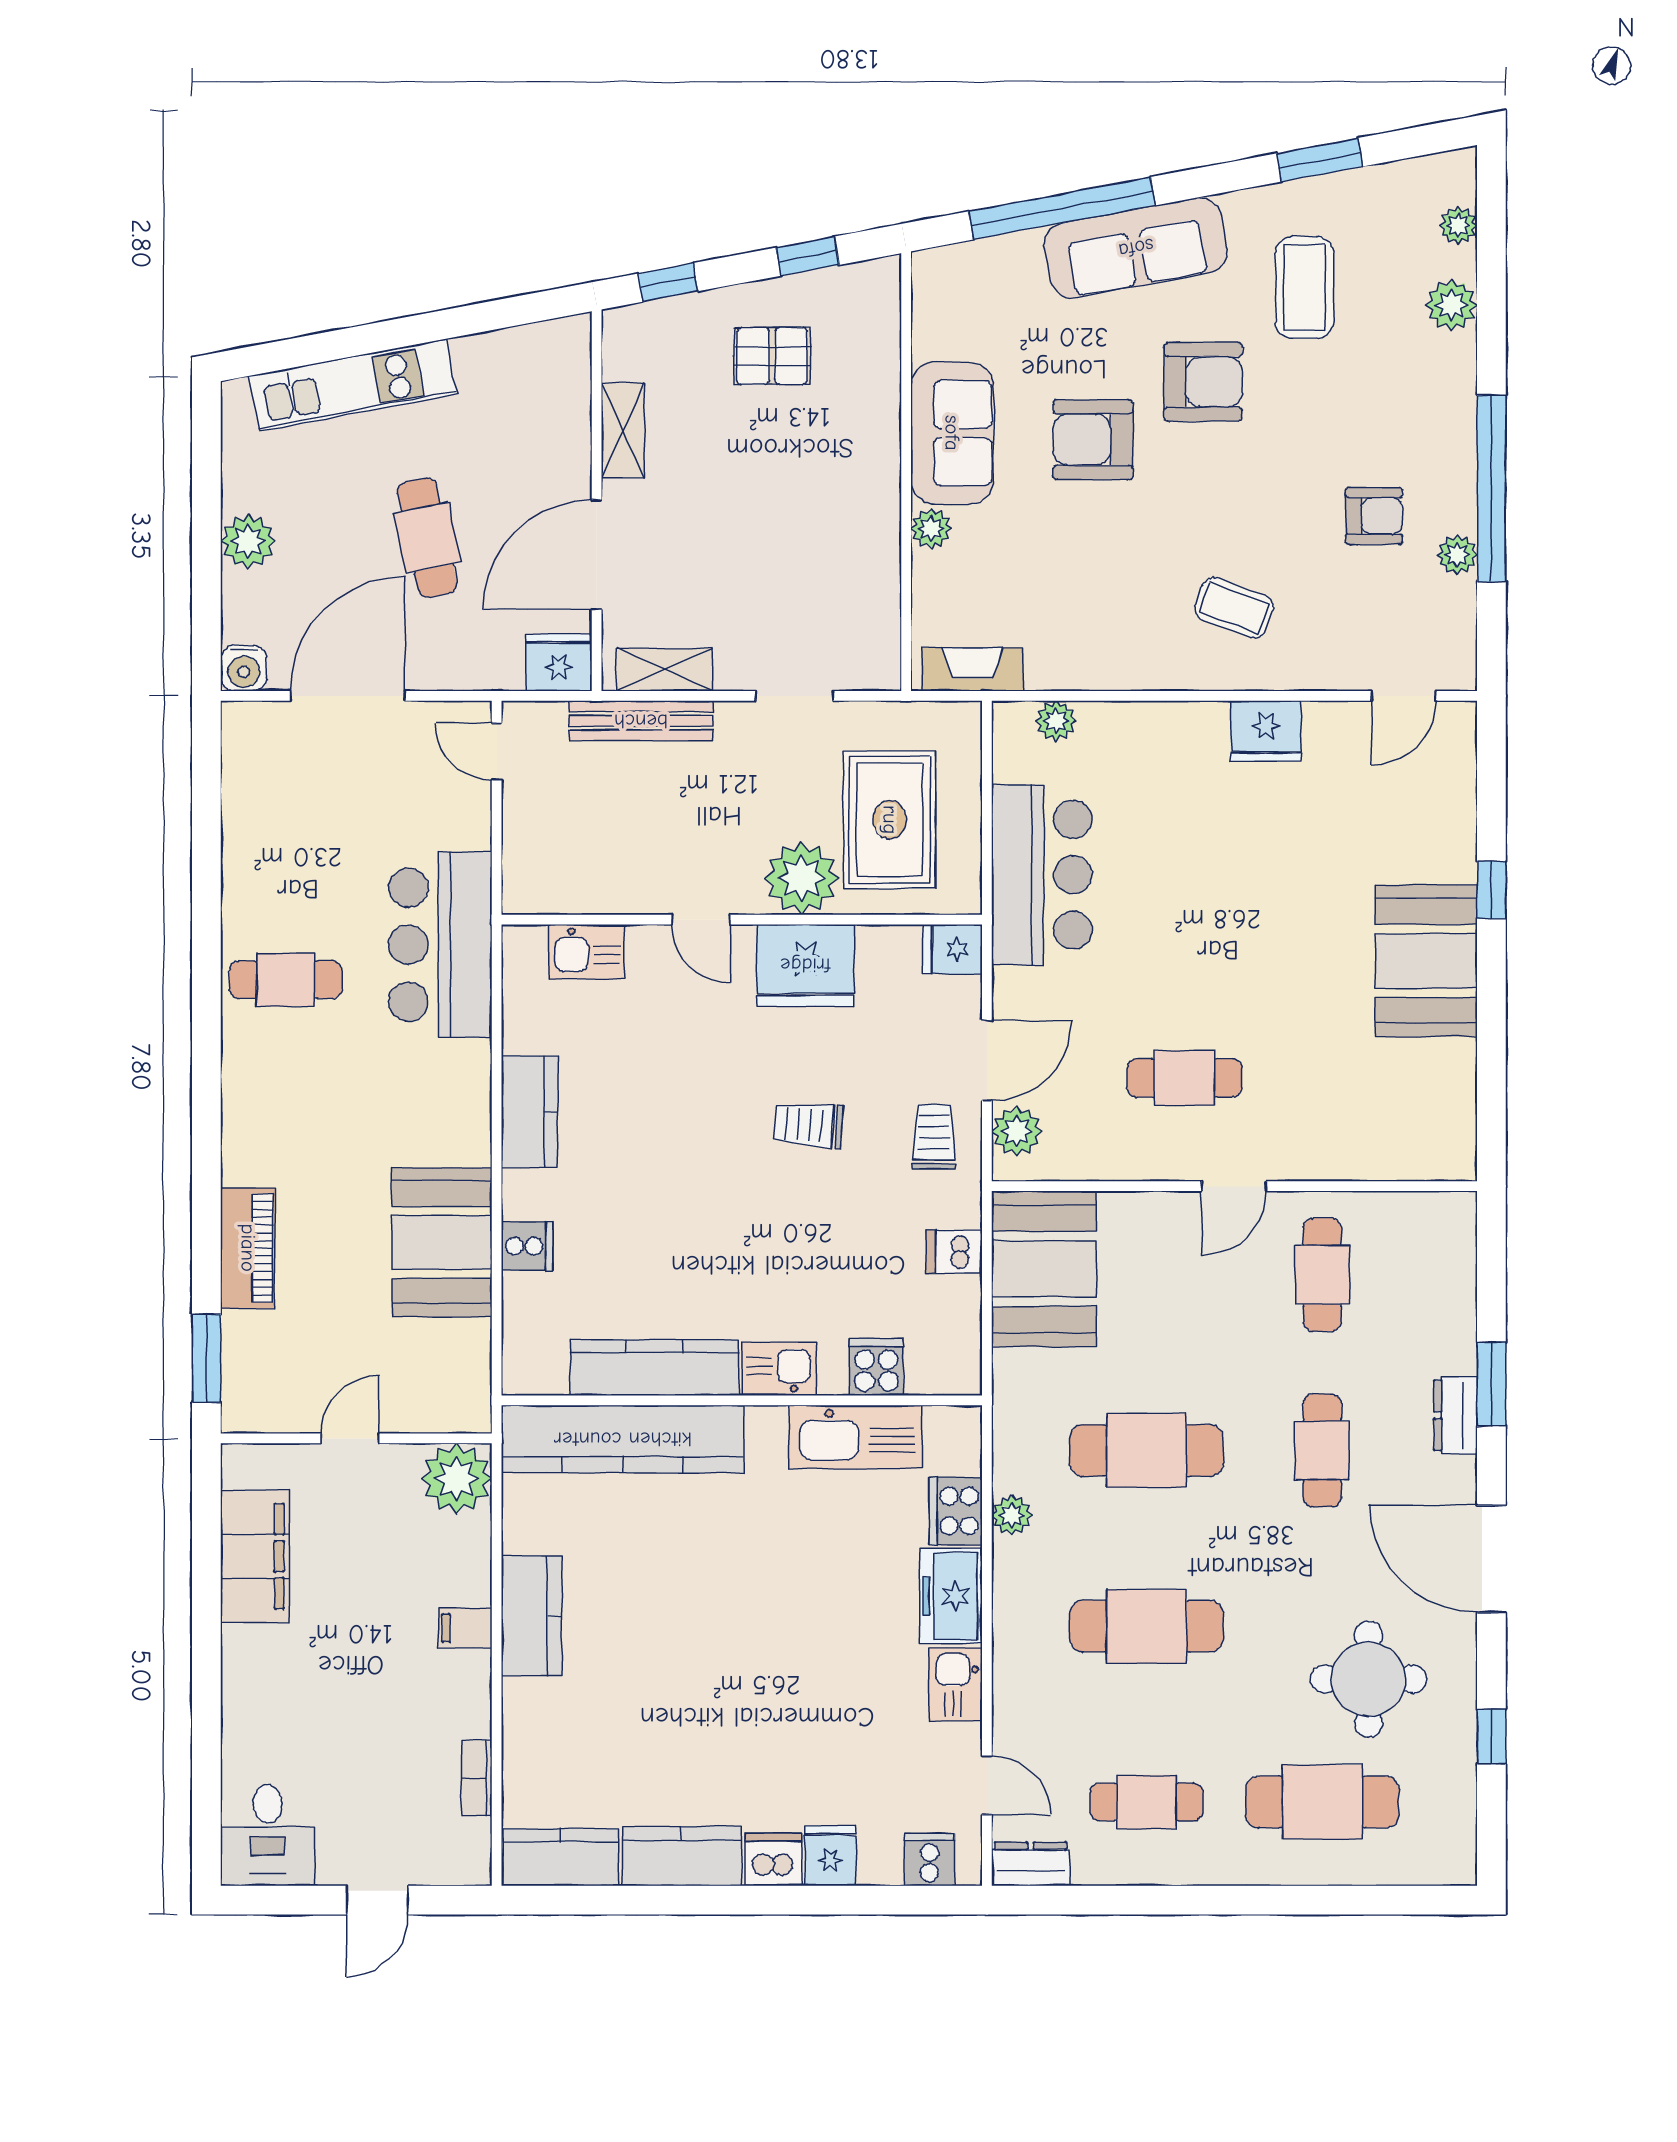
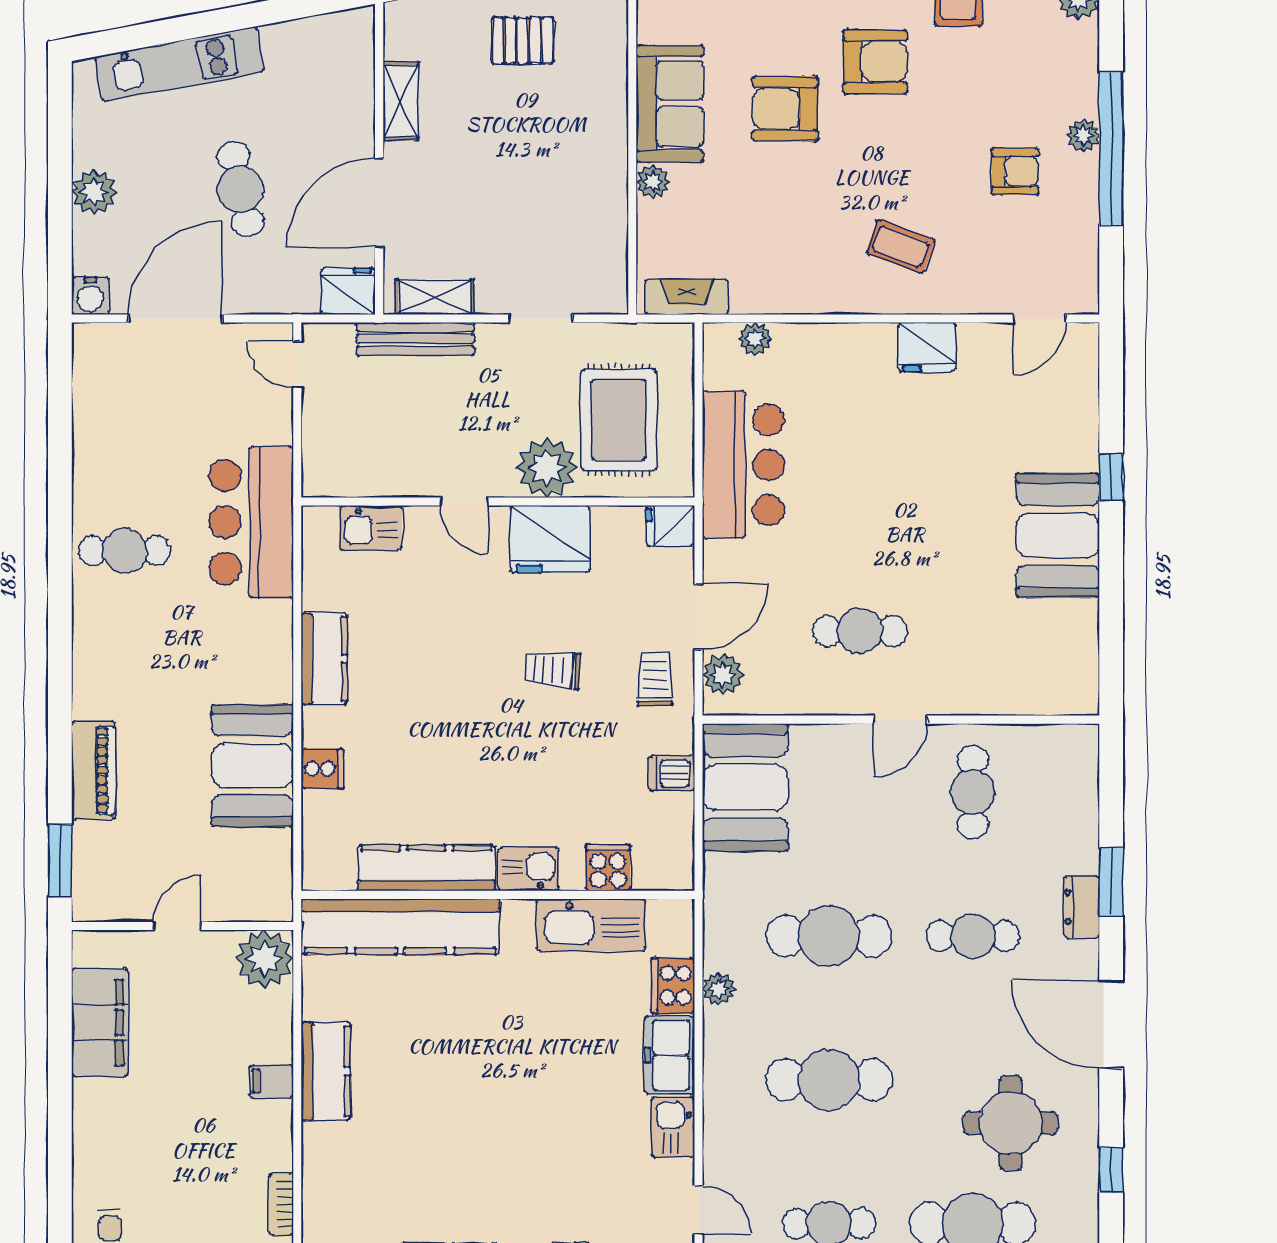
plant: (1457, 555) -> (1083, 136), moved
cafe table: (1322, 1450) -> (973, 936), turned 90

